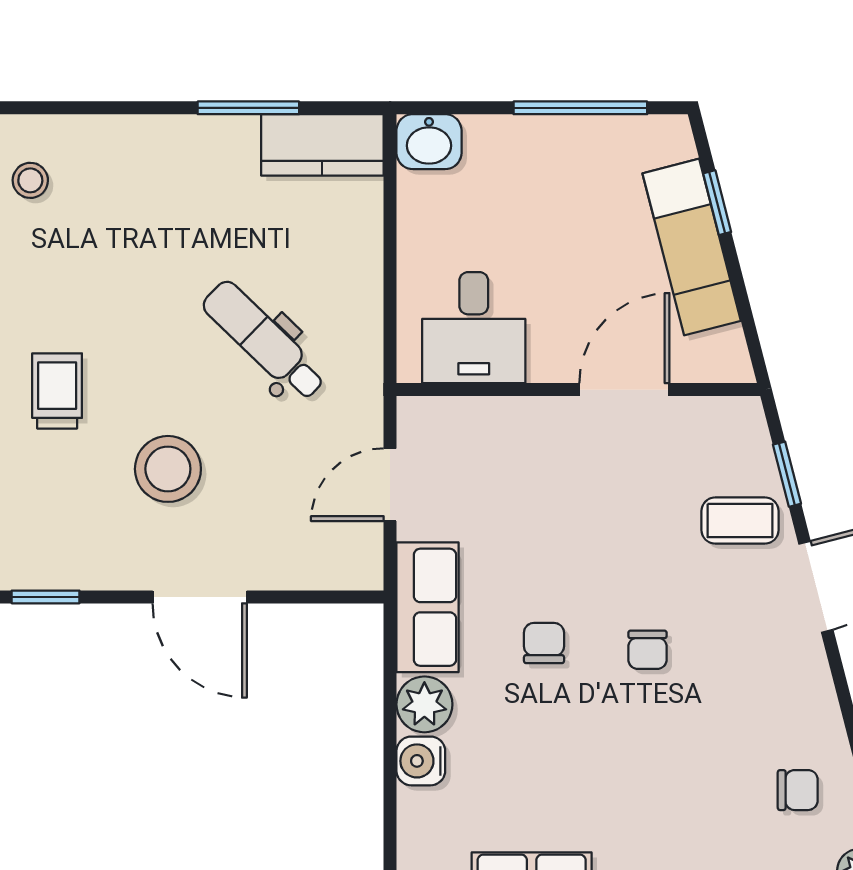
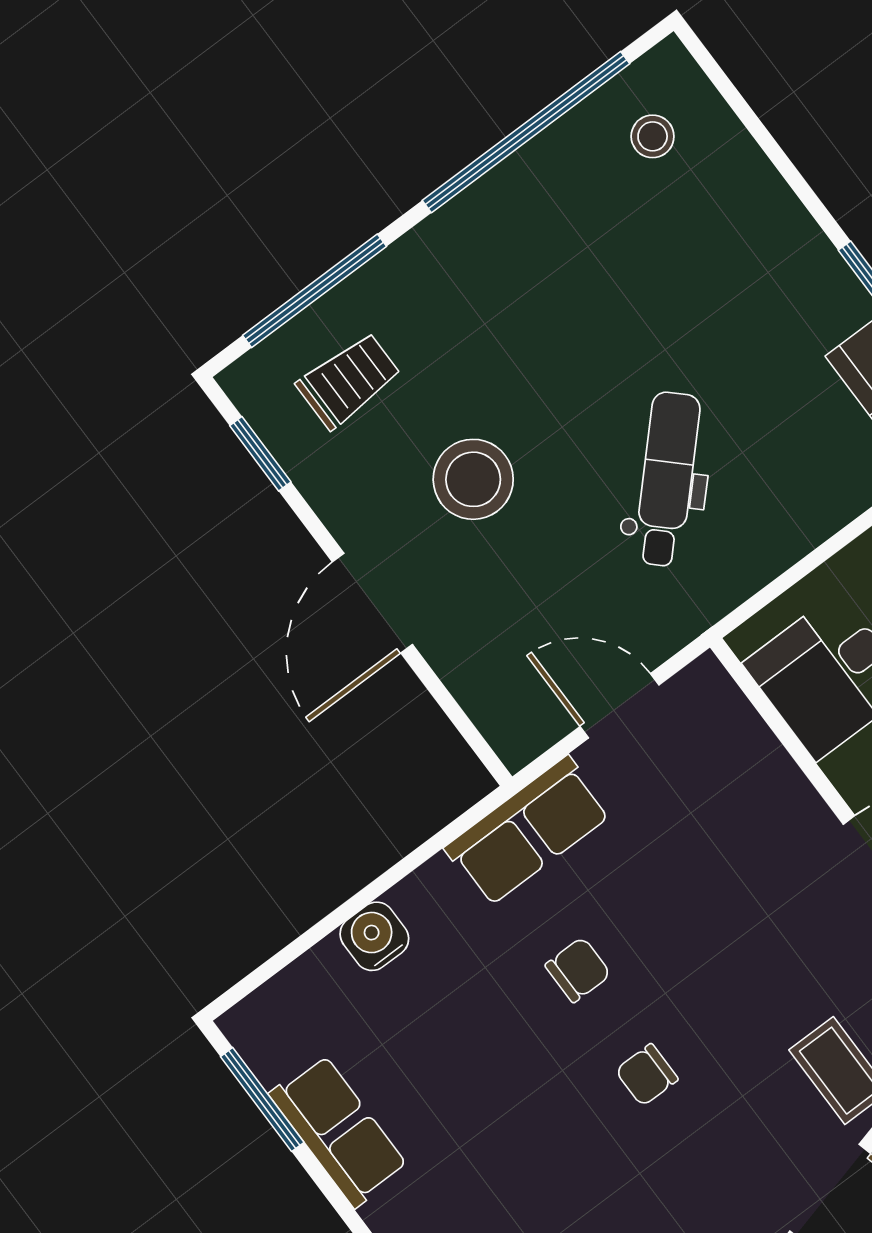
trolley: (57, 391) -> (349, 380), moved
plant: (424, 704) -> (432, 899), removed

